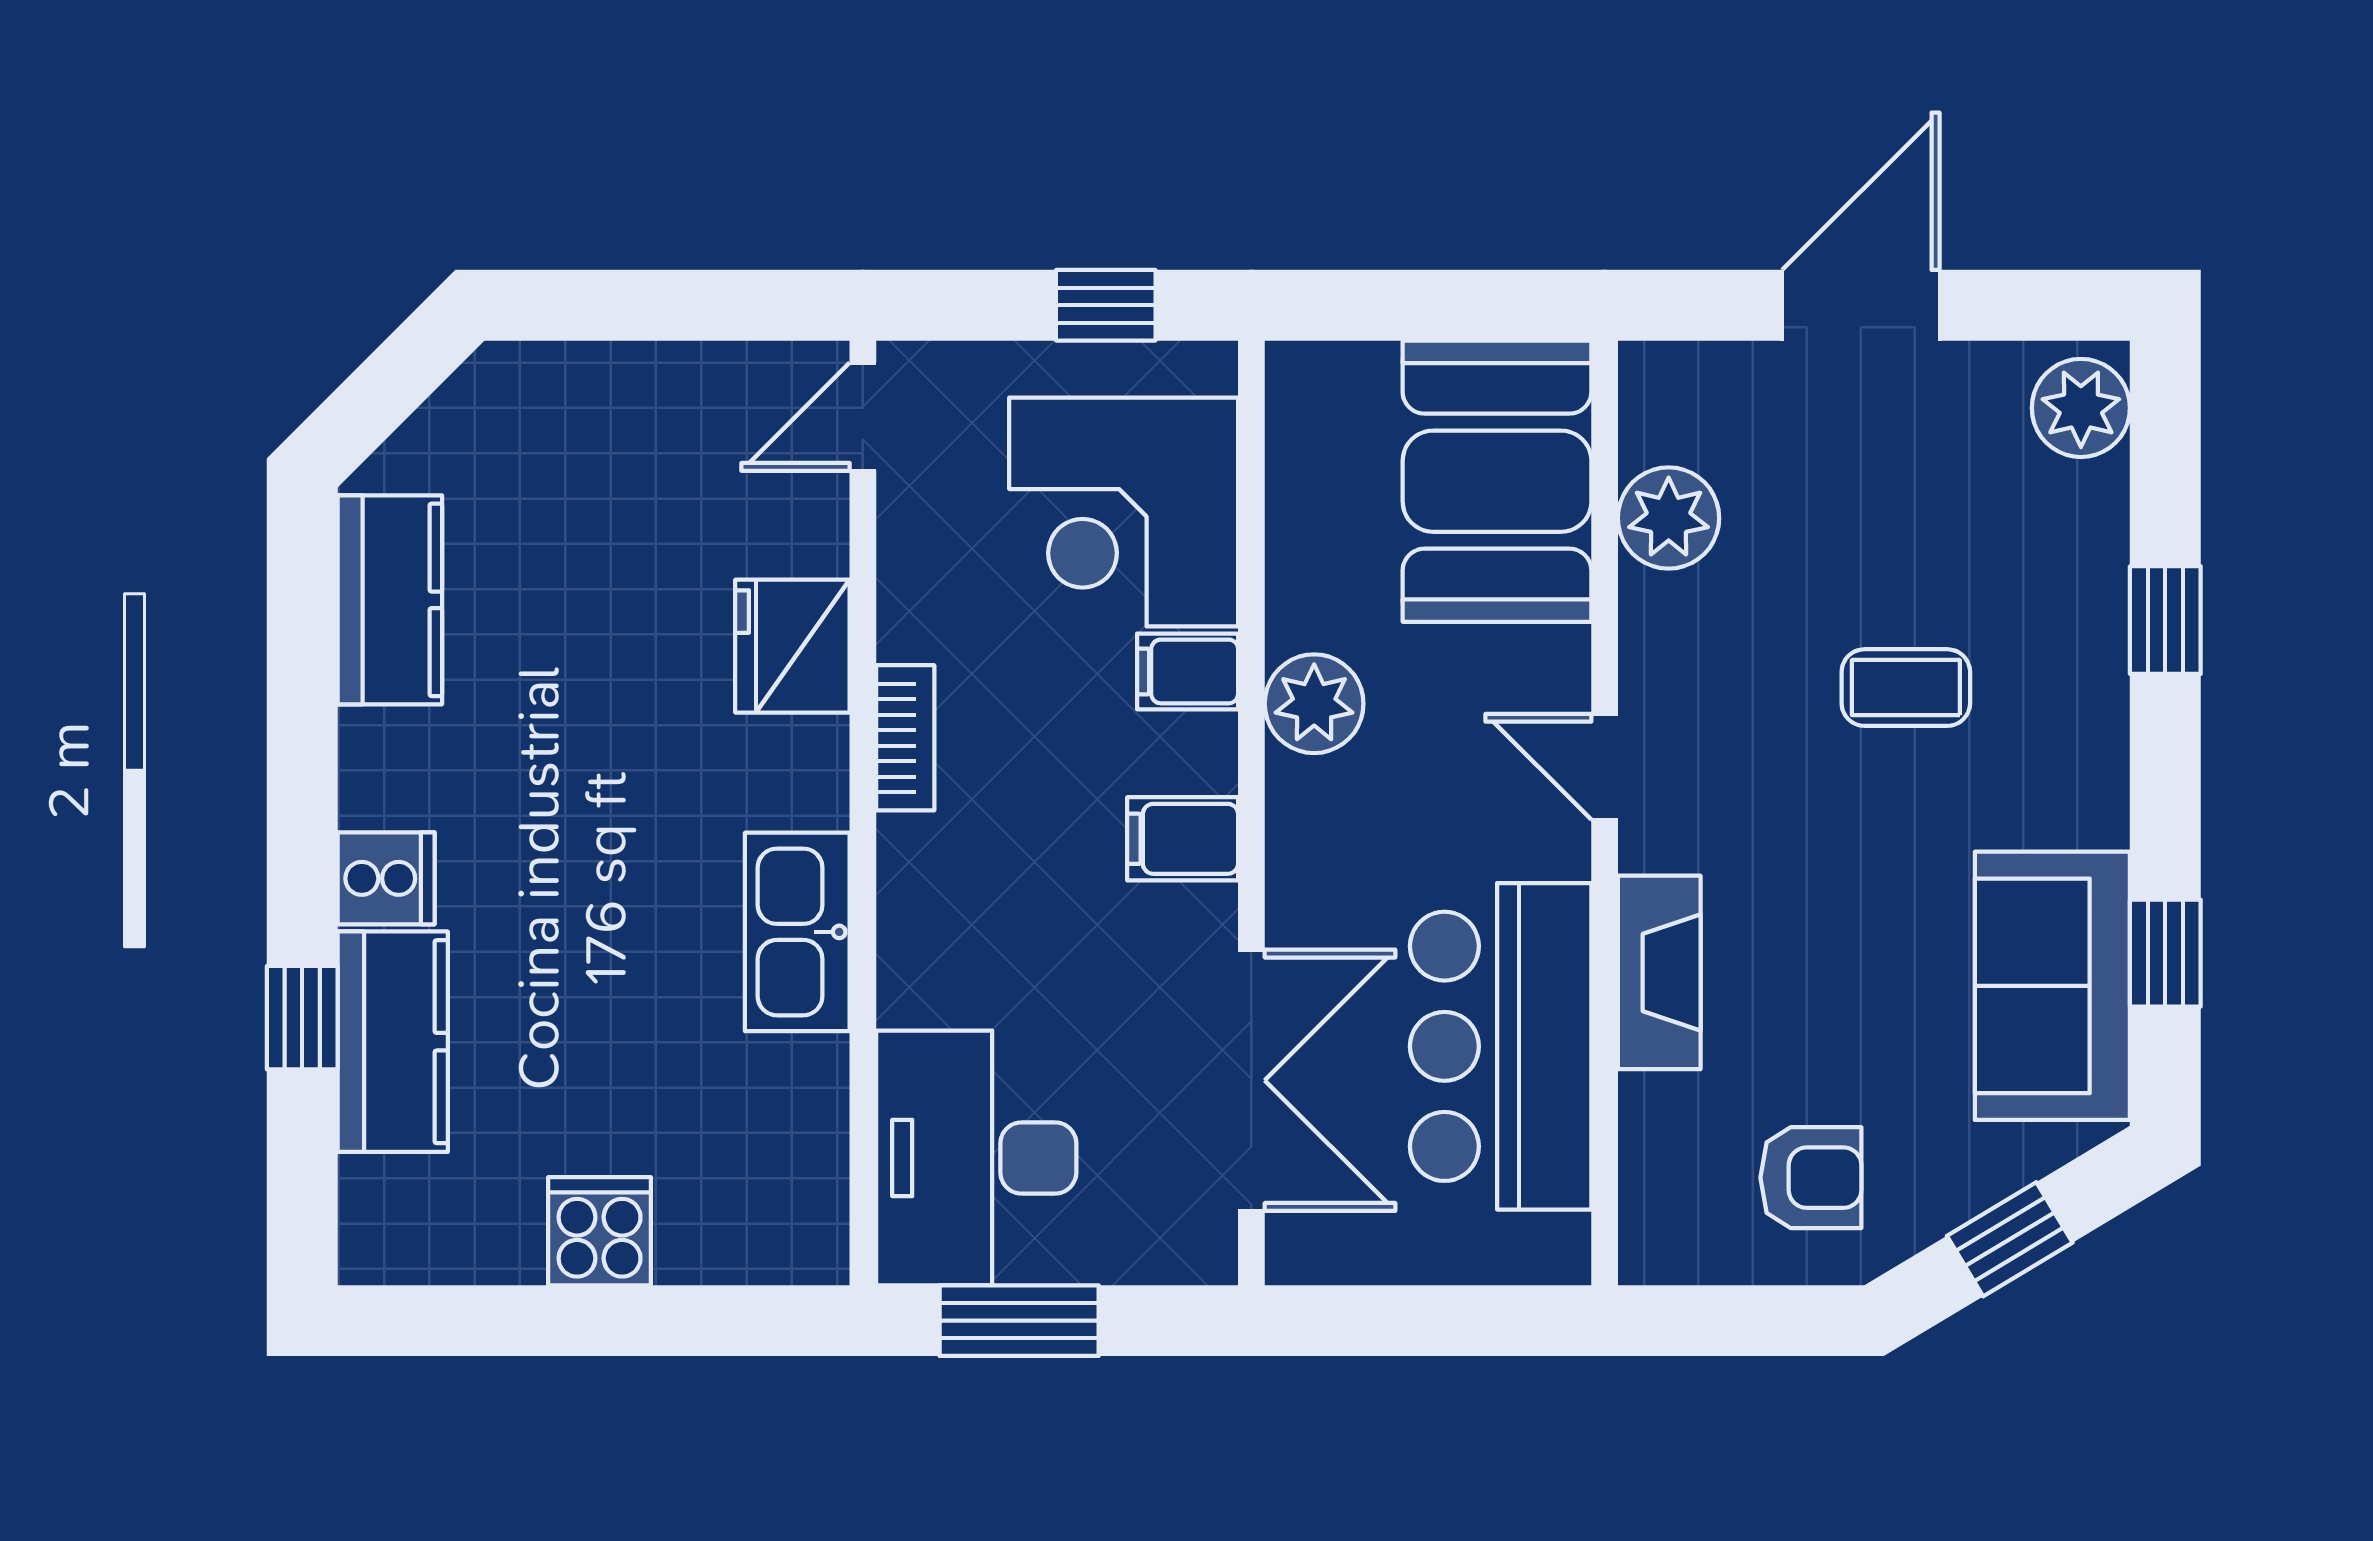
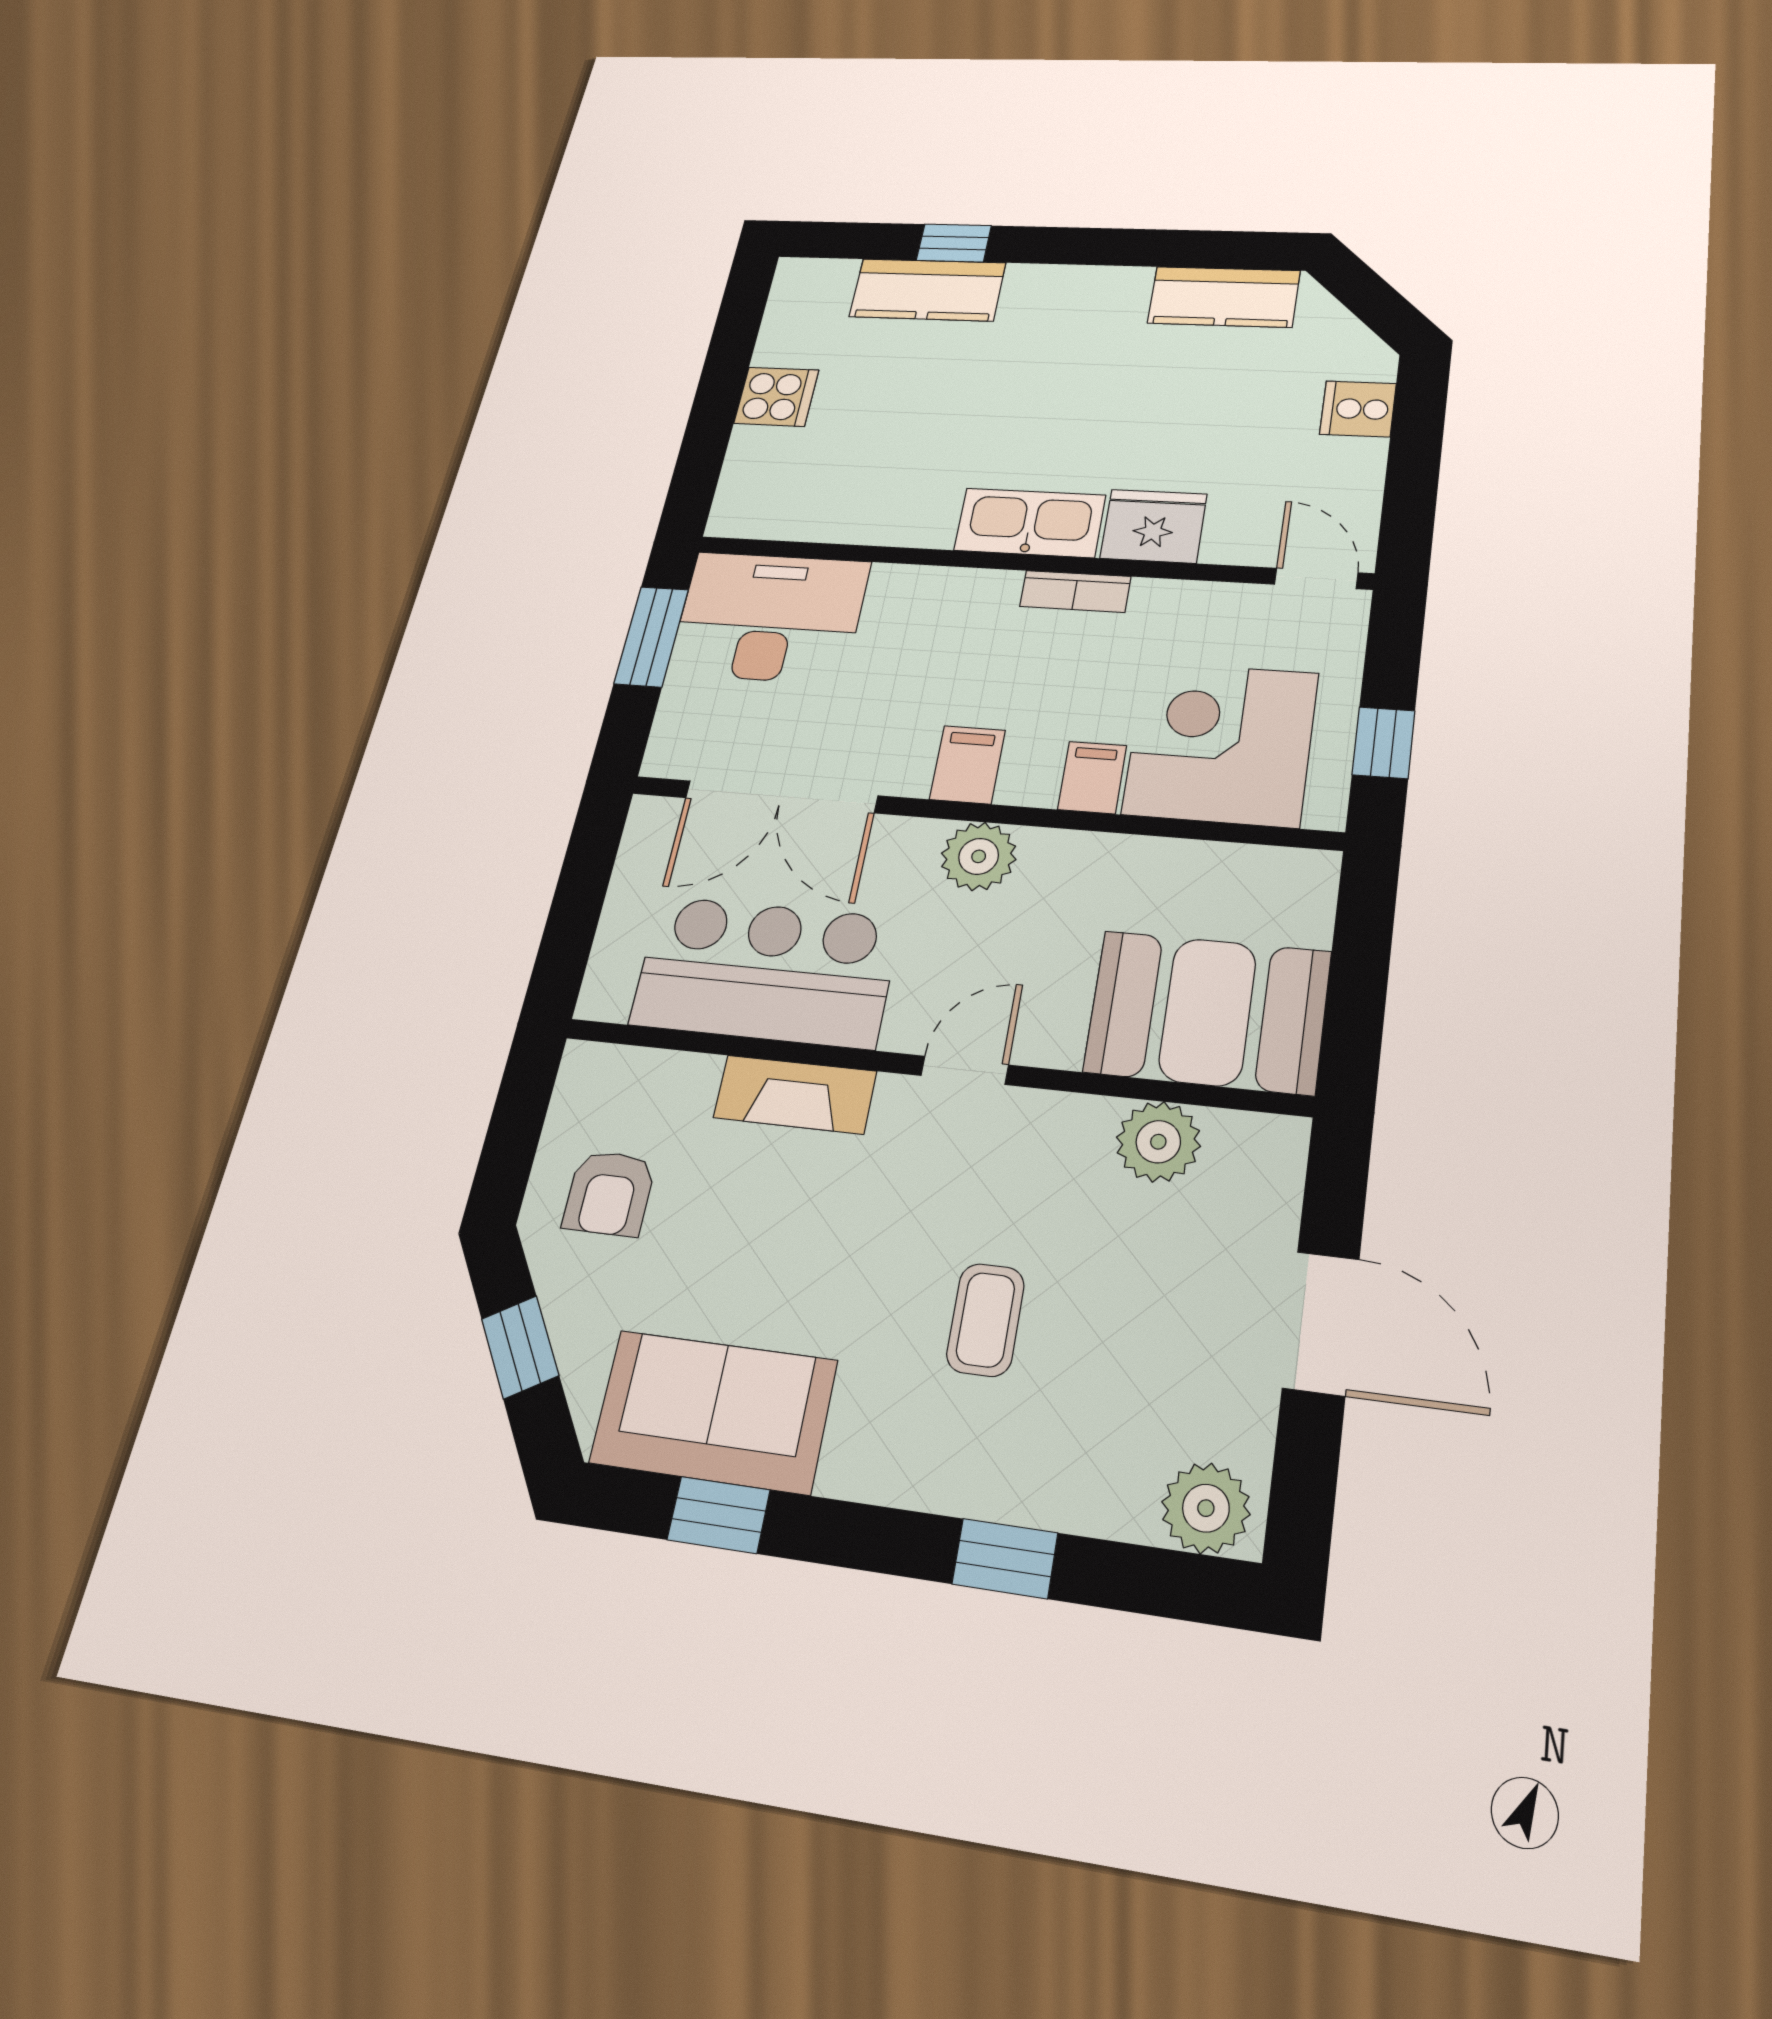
plant: (1314, 704) -> (979, 856), moved
cooker: (386, 878) -> (1358, 409), moved, turned 90
kitchen sink: (797, 932) -> (1030, 523), moved

